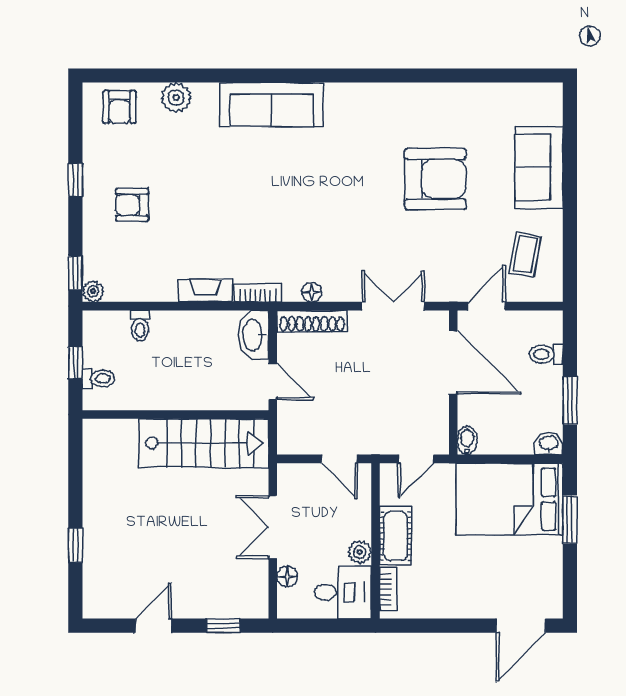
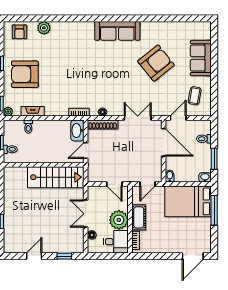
sofa: (271, 105) -> (117, 31), moved
armchair: (435, 179) -> (156, 63), turned -39
armchair: (132, 205) -> (25, 74), width x1.88, depth x1.88
fireplace: (205, 291) -> (33, 111), moved
door: (273, 381) -> (86, 151), swing flipped
window: (570, 520) -> (214, 210), width x1.44
plant: (360, 552) -> (119, 220), width x1.87, depth x1.87

